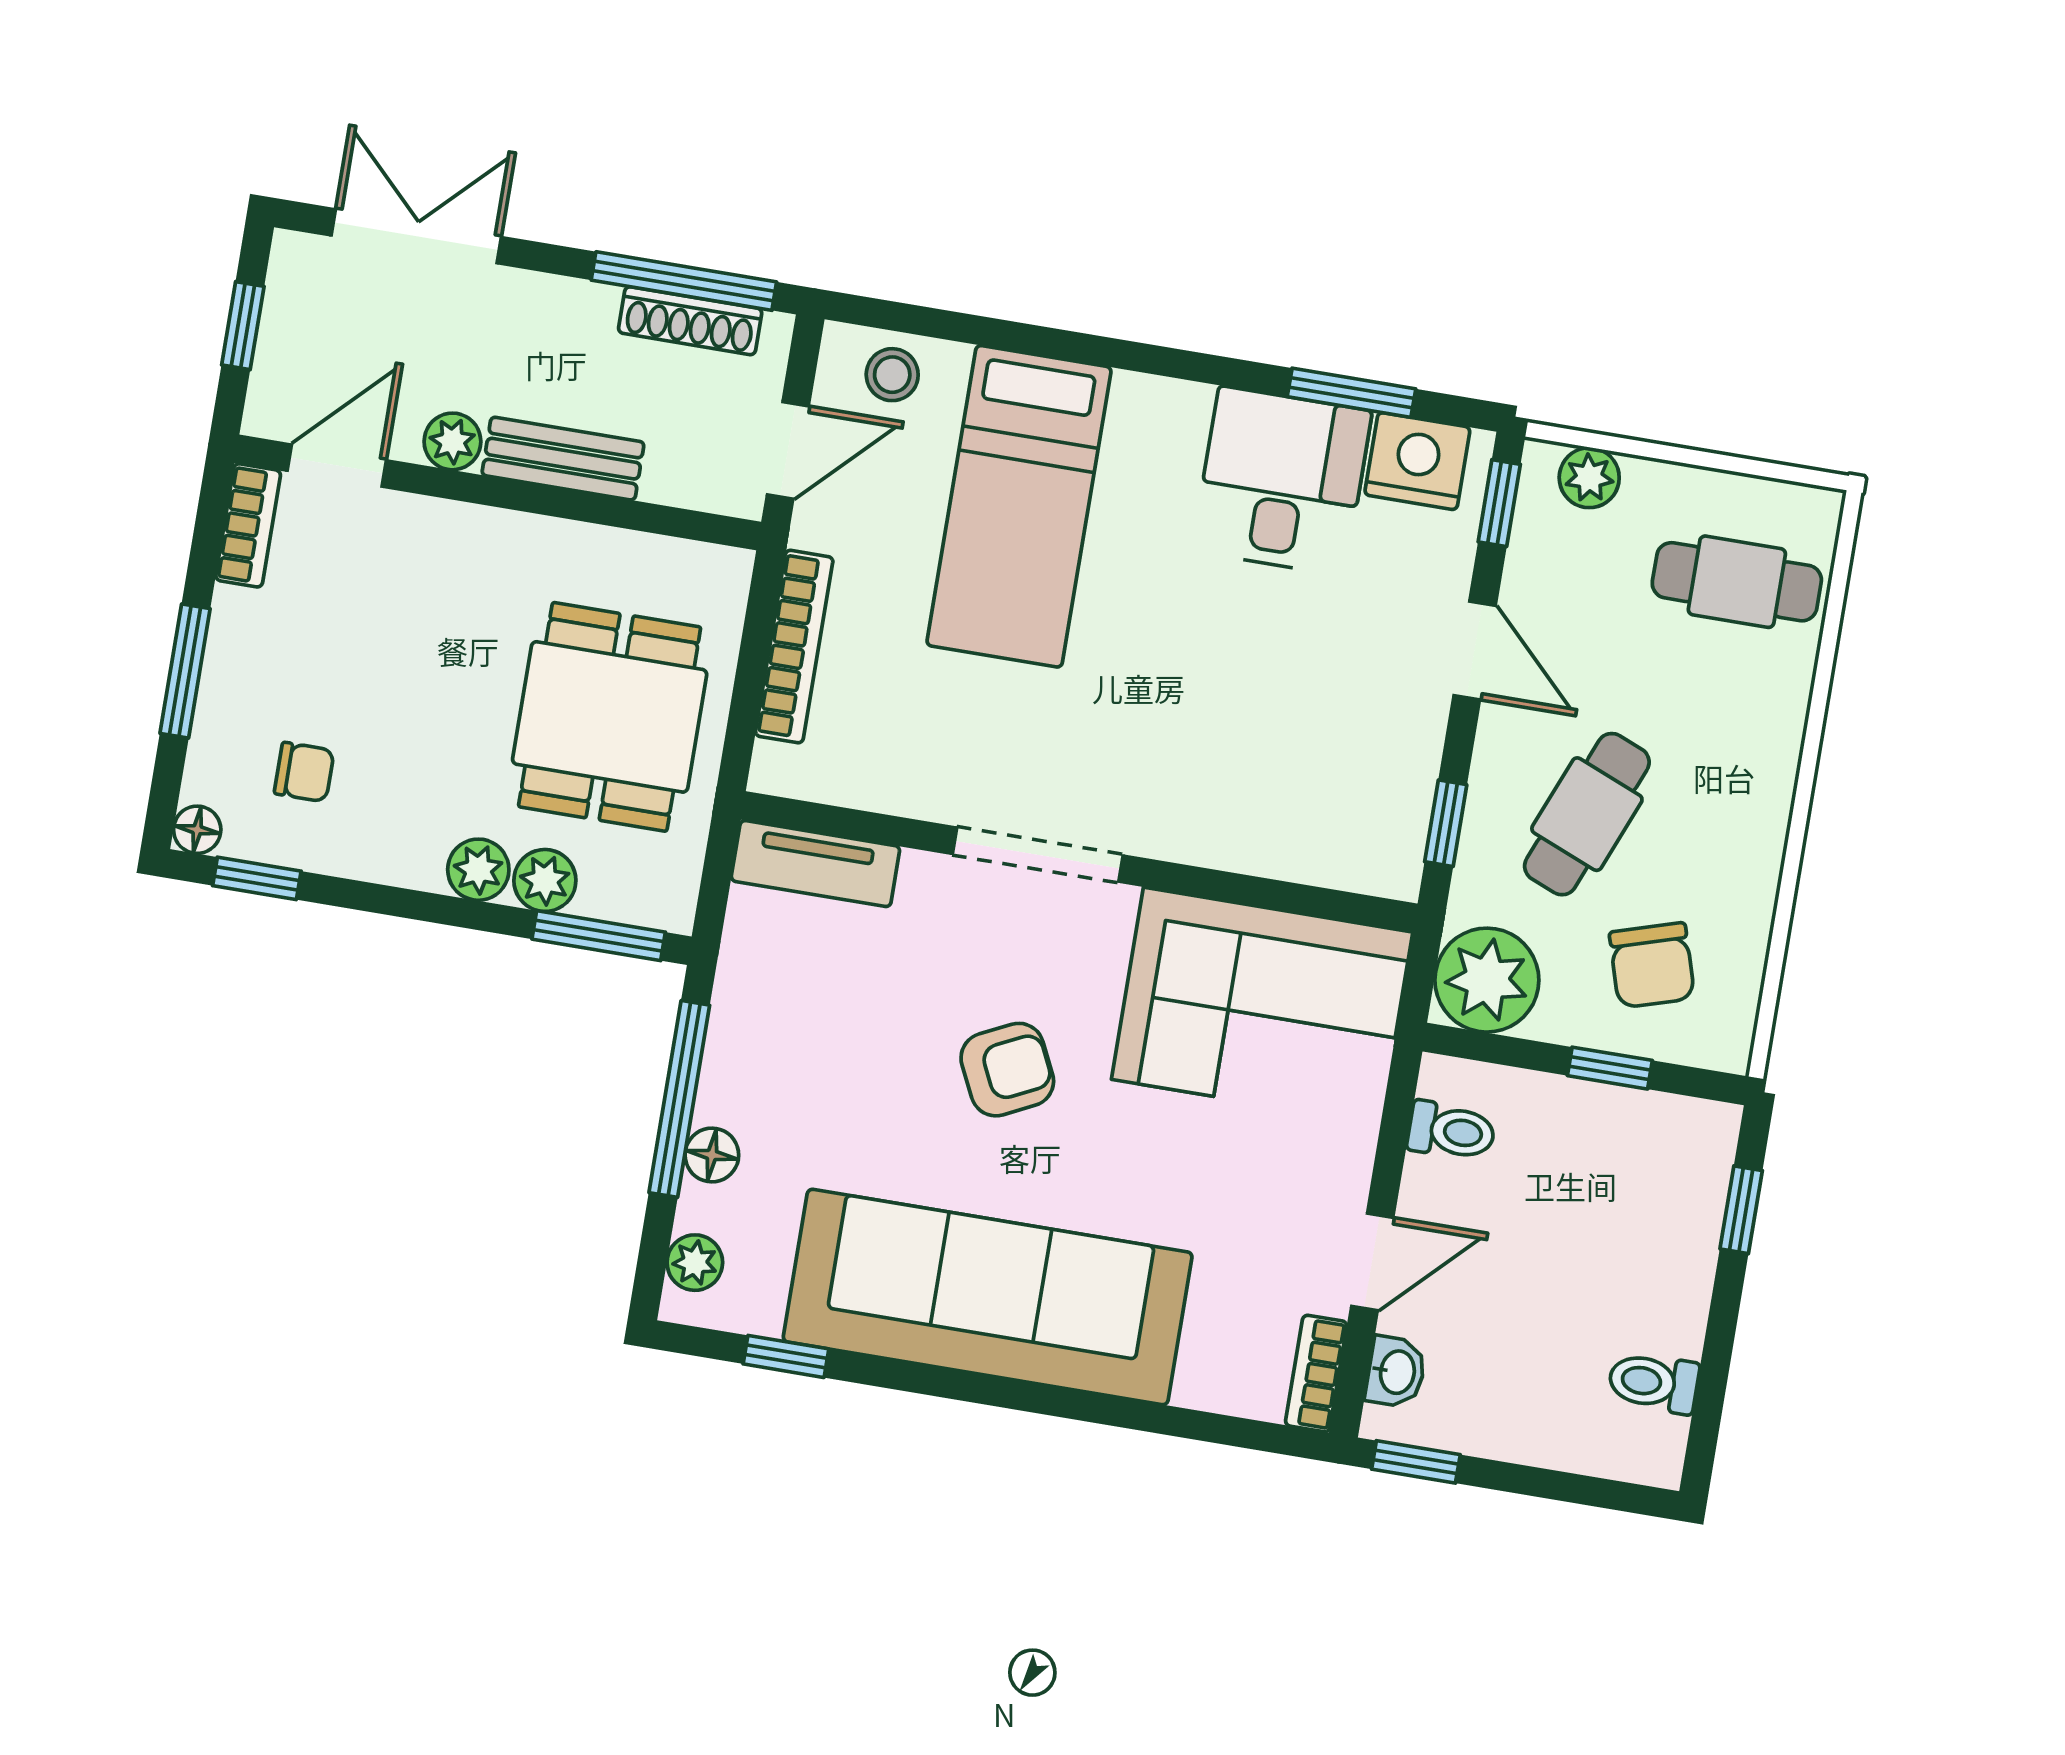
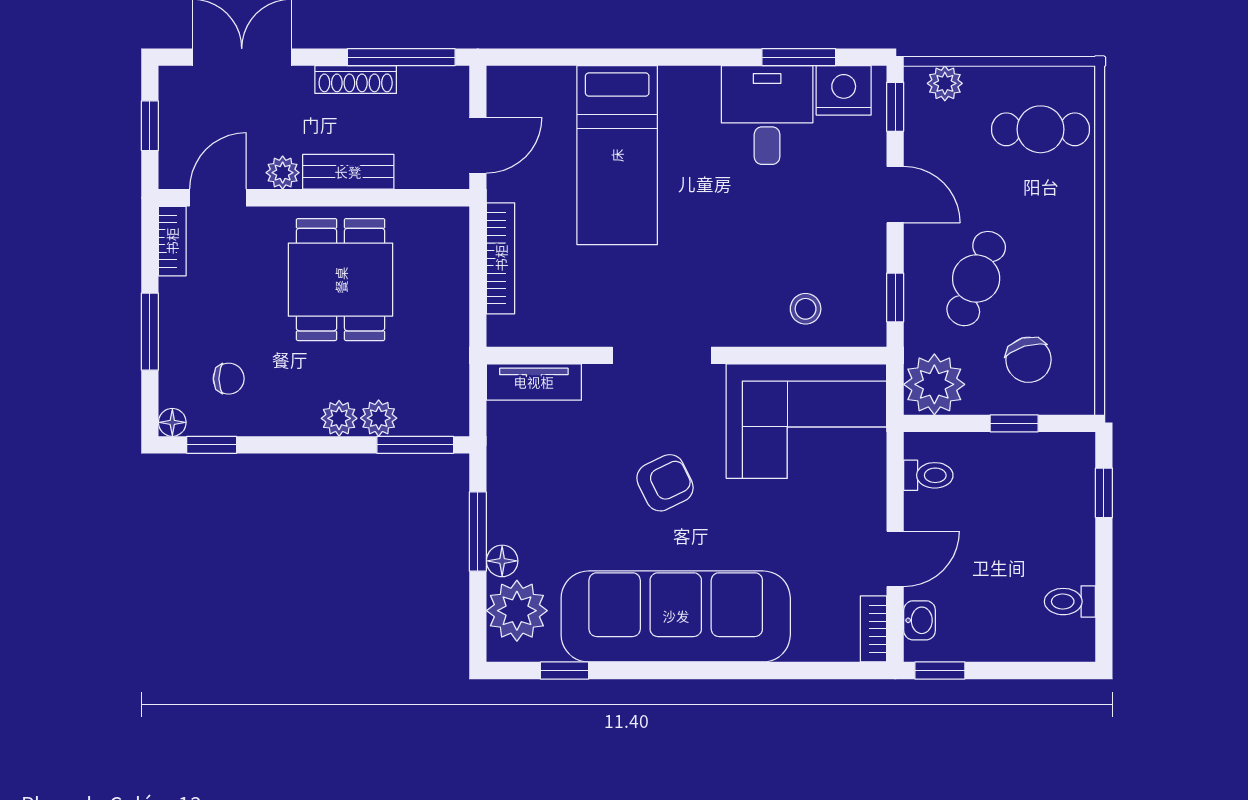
shoe rack: (690, 321) -> (356, 80), moved
stool: (892, 375) -> (806, 309), moved
dining table: (610, 717) -> (341, 280), moved
window: (679, 1099) -> (478, 532), width x0.69
plant: (695, 1263) -> (517, 611), width x1.87, depth x1.87

